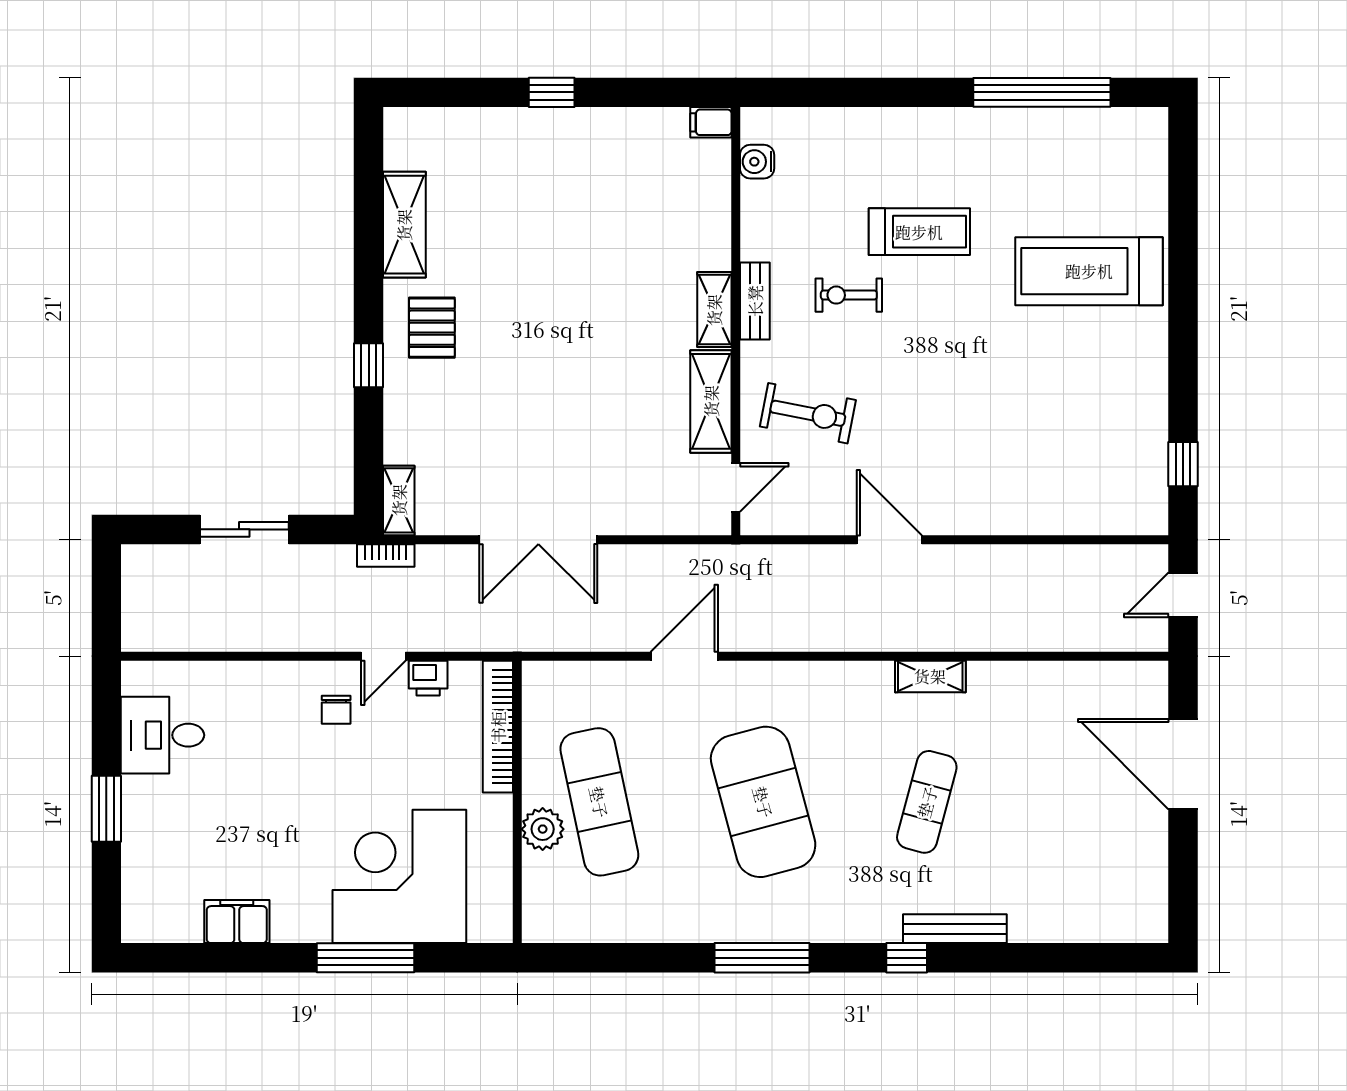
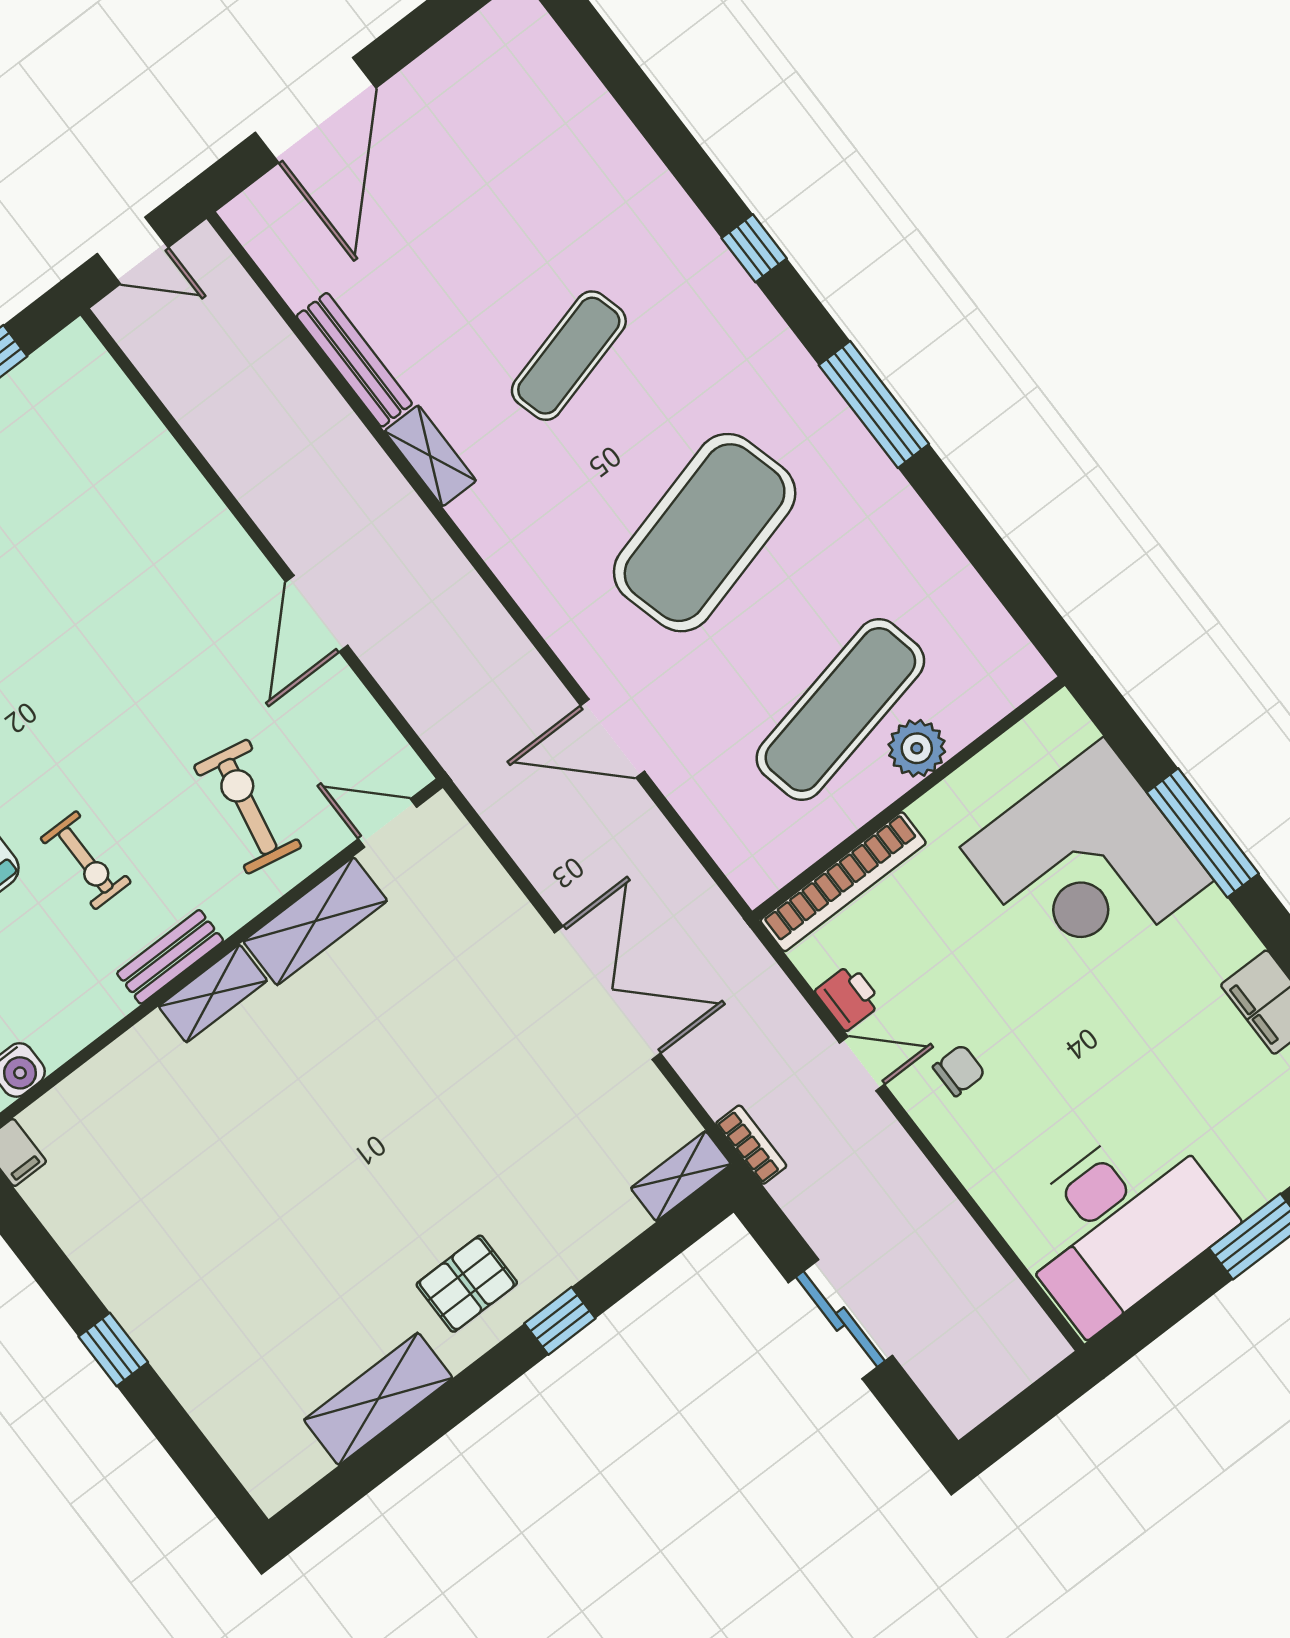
desk: (162, 735) -> (1120, 1223), width x1.87, depth x1.30
exercise mat: (927, 802) -> (569, 356), turned -30
bench: (955, 929) -> (354, 360), moved

